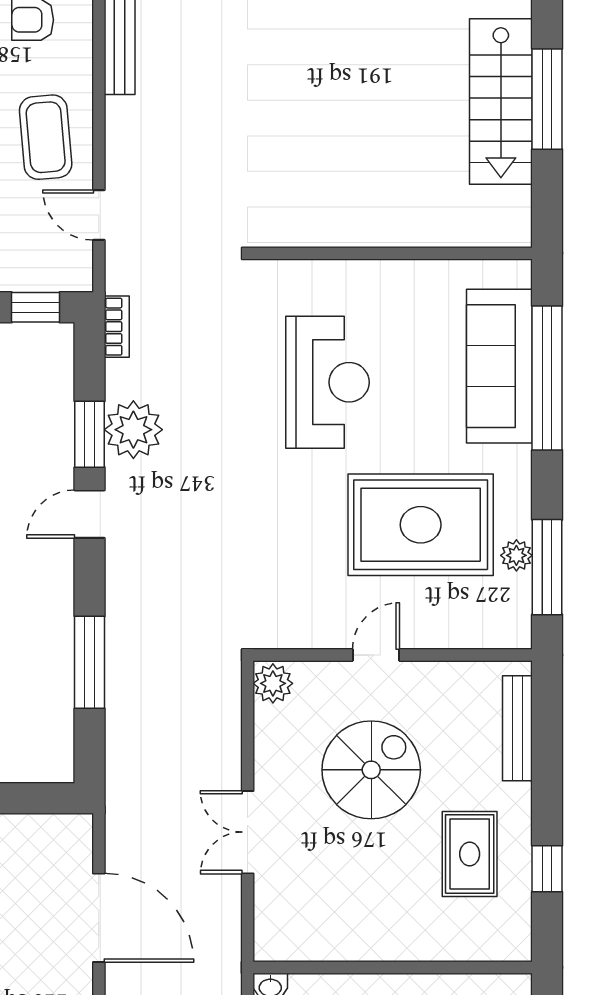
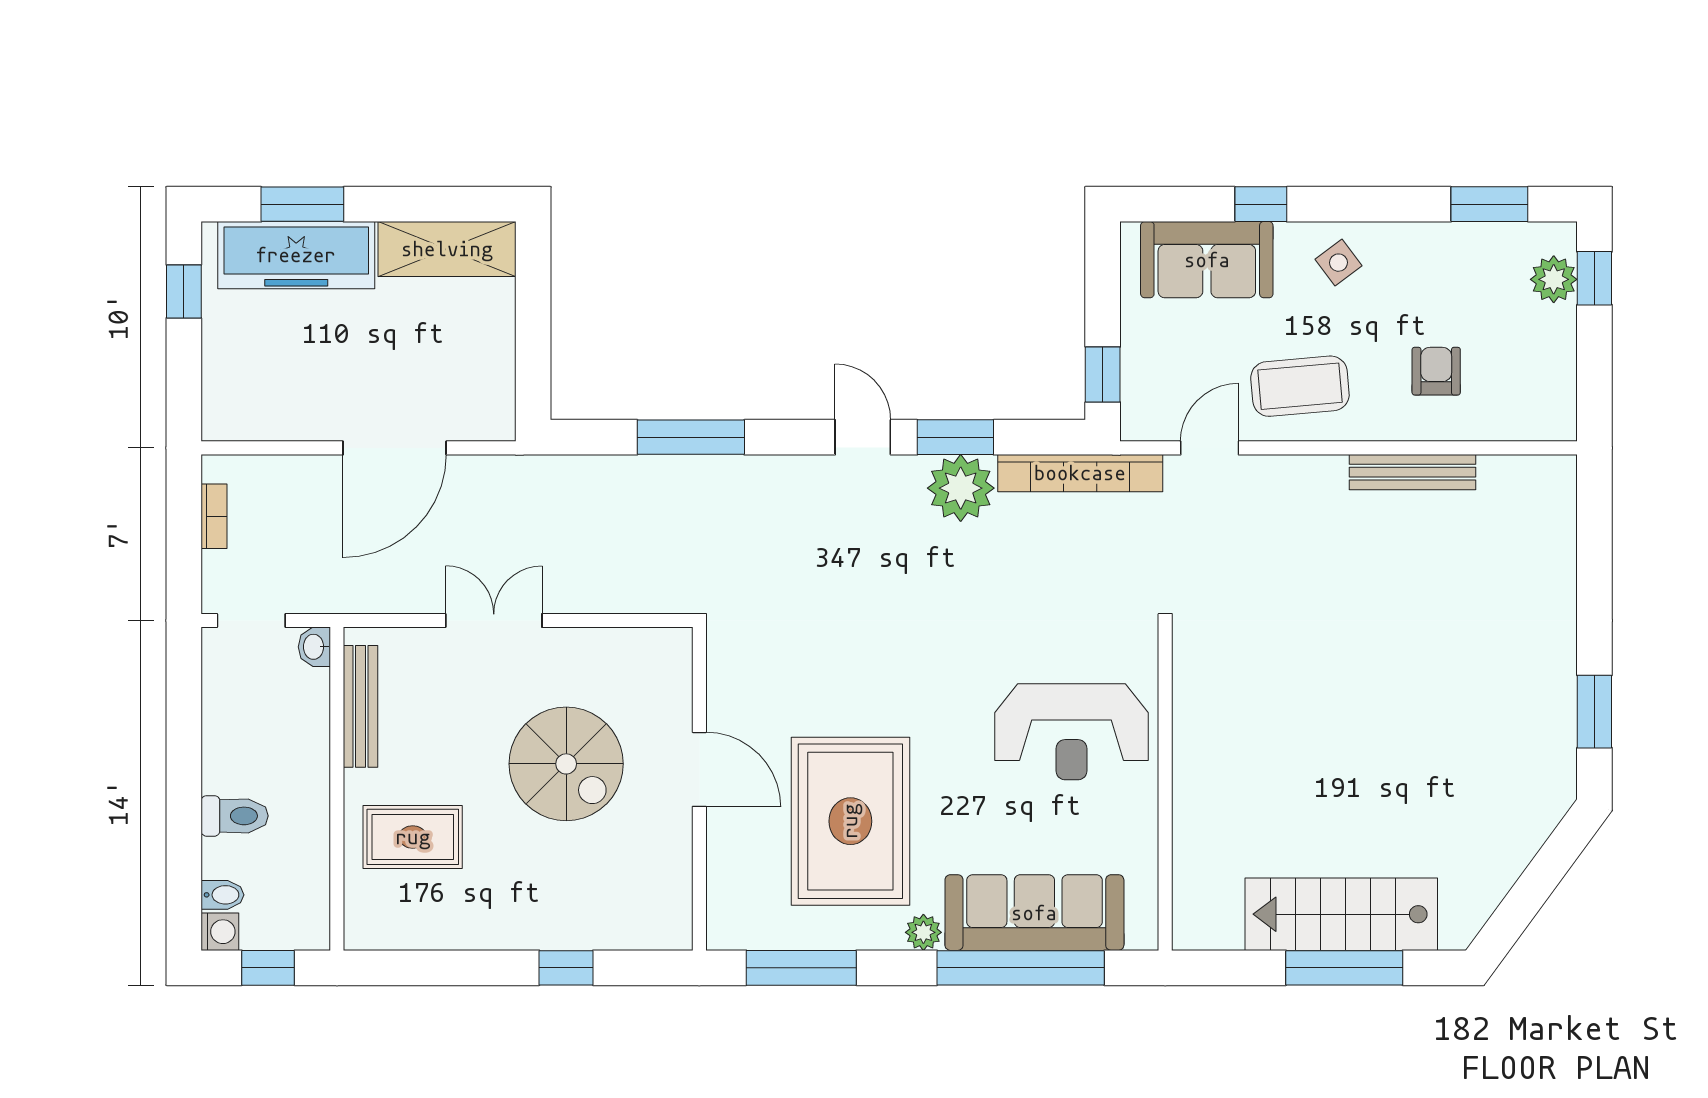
bookcase: (117, 327) -> (1080, 473), width x2.31, depth x1.31
reception desk: (328, 382) -> (1072, 732), moved
plant: (516, 555) -> (923, 932), moved
door: (376, 655) -> (699, 769), width x1.38
plant: (273, 683) -> (666, 650), removed
bench: (517, 728) -> (360, 706), moved, turned 90
rug: (470, 854) -> (413, 837), moved
window: (547, 869) -> (566, 968), moved

